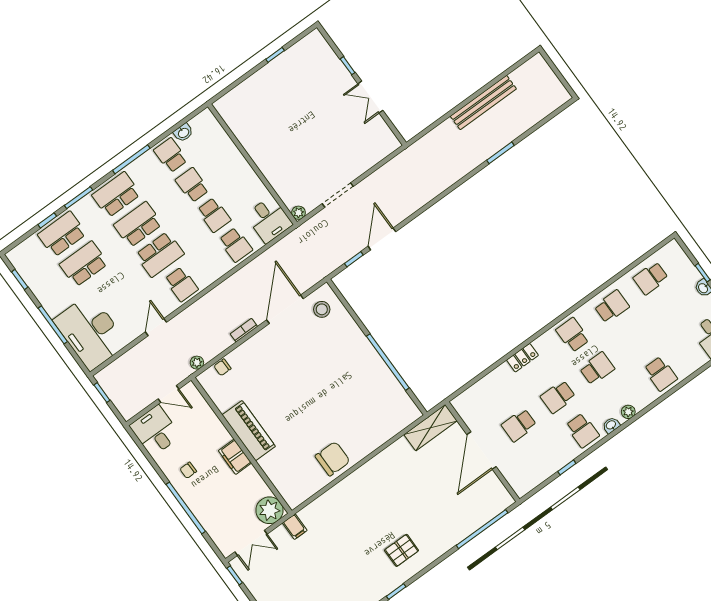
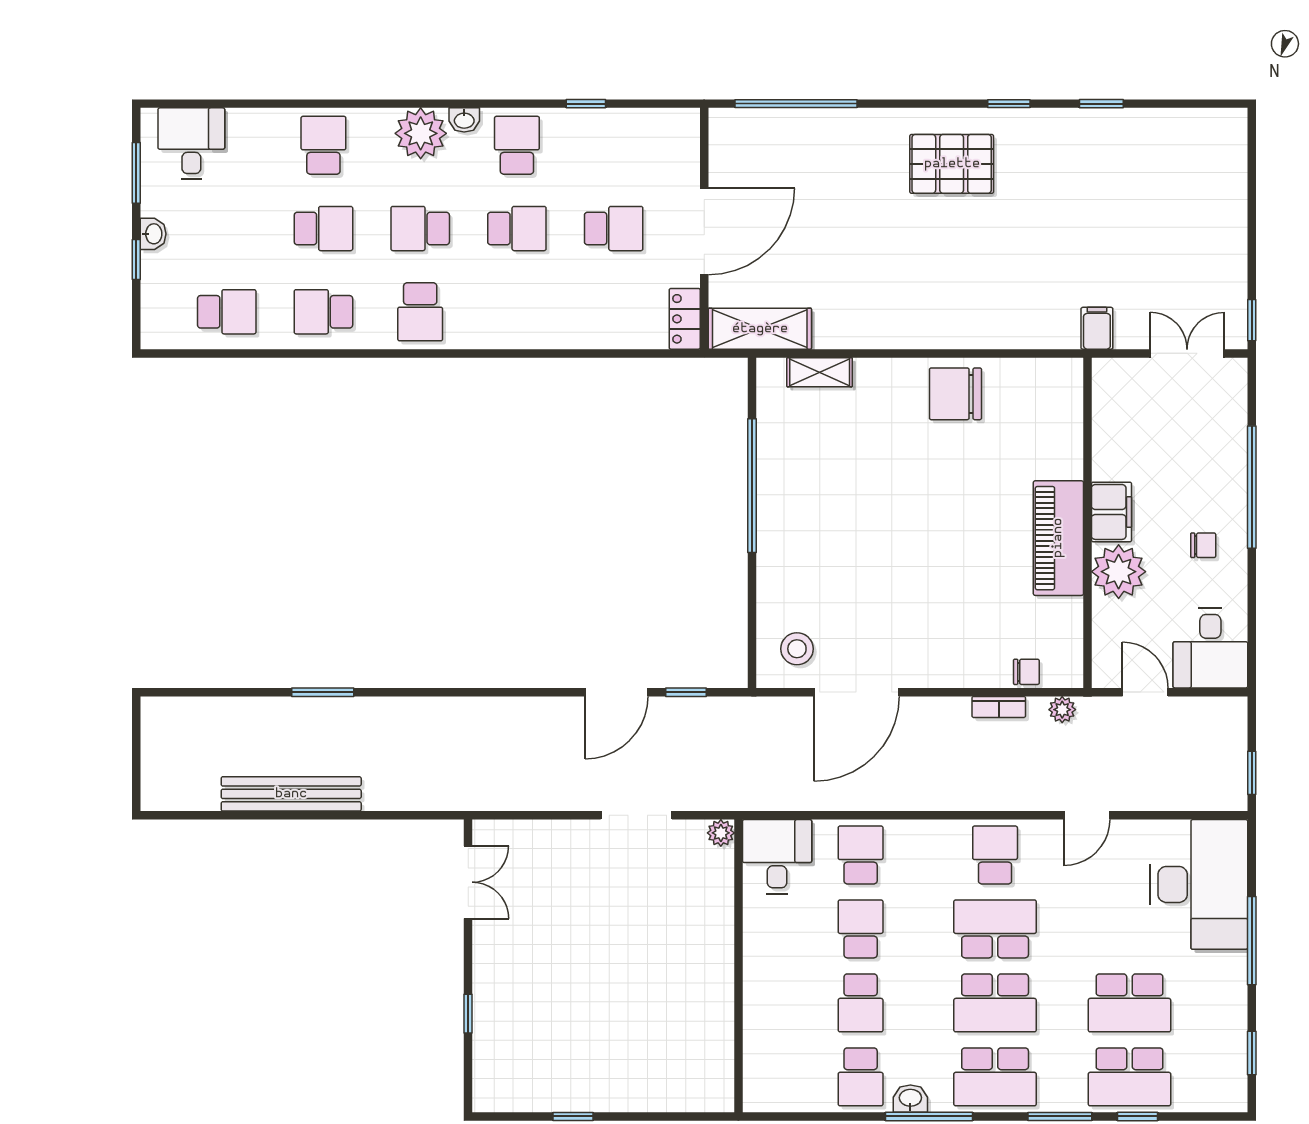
double door: (370, 97) -> (468, 882), moved
washbasin: (183, 133) -> (910, 1099), moved
bookcase: (244, 330) -> (999, 707), moved
school desk: (636, 340) -> (323, 229), added
locker: (522, 358) -> (685, 319), moved, turned -90
plant: (628, 412) -> (421, 133), width x1.88, depth x1.88
shelving: (394, 428) -> (820, 372), added
plant: (269, 510) -> (1119, 572), moved
pallet: (402, 550) -> (952, 164), width x1.50, depth x1.42

